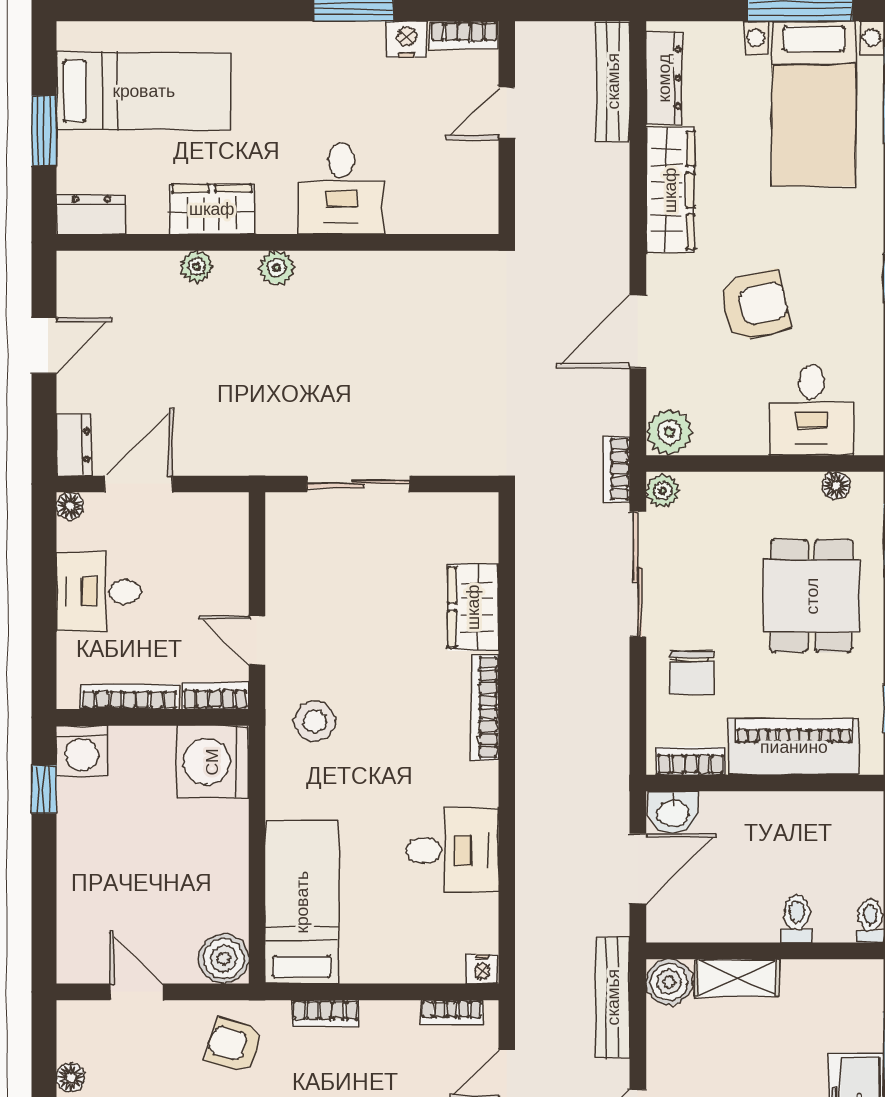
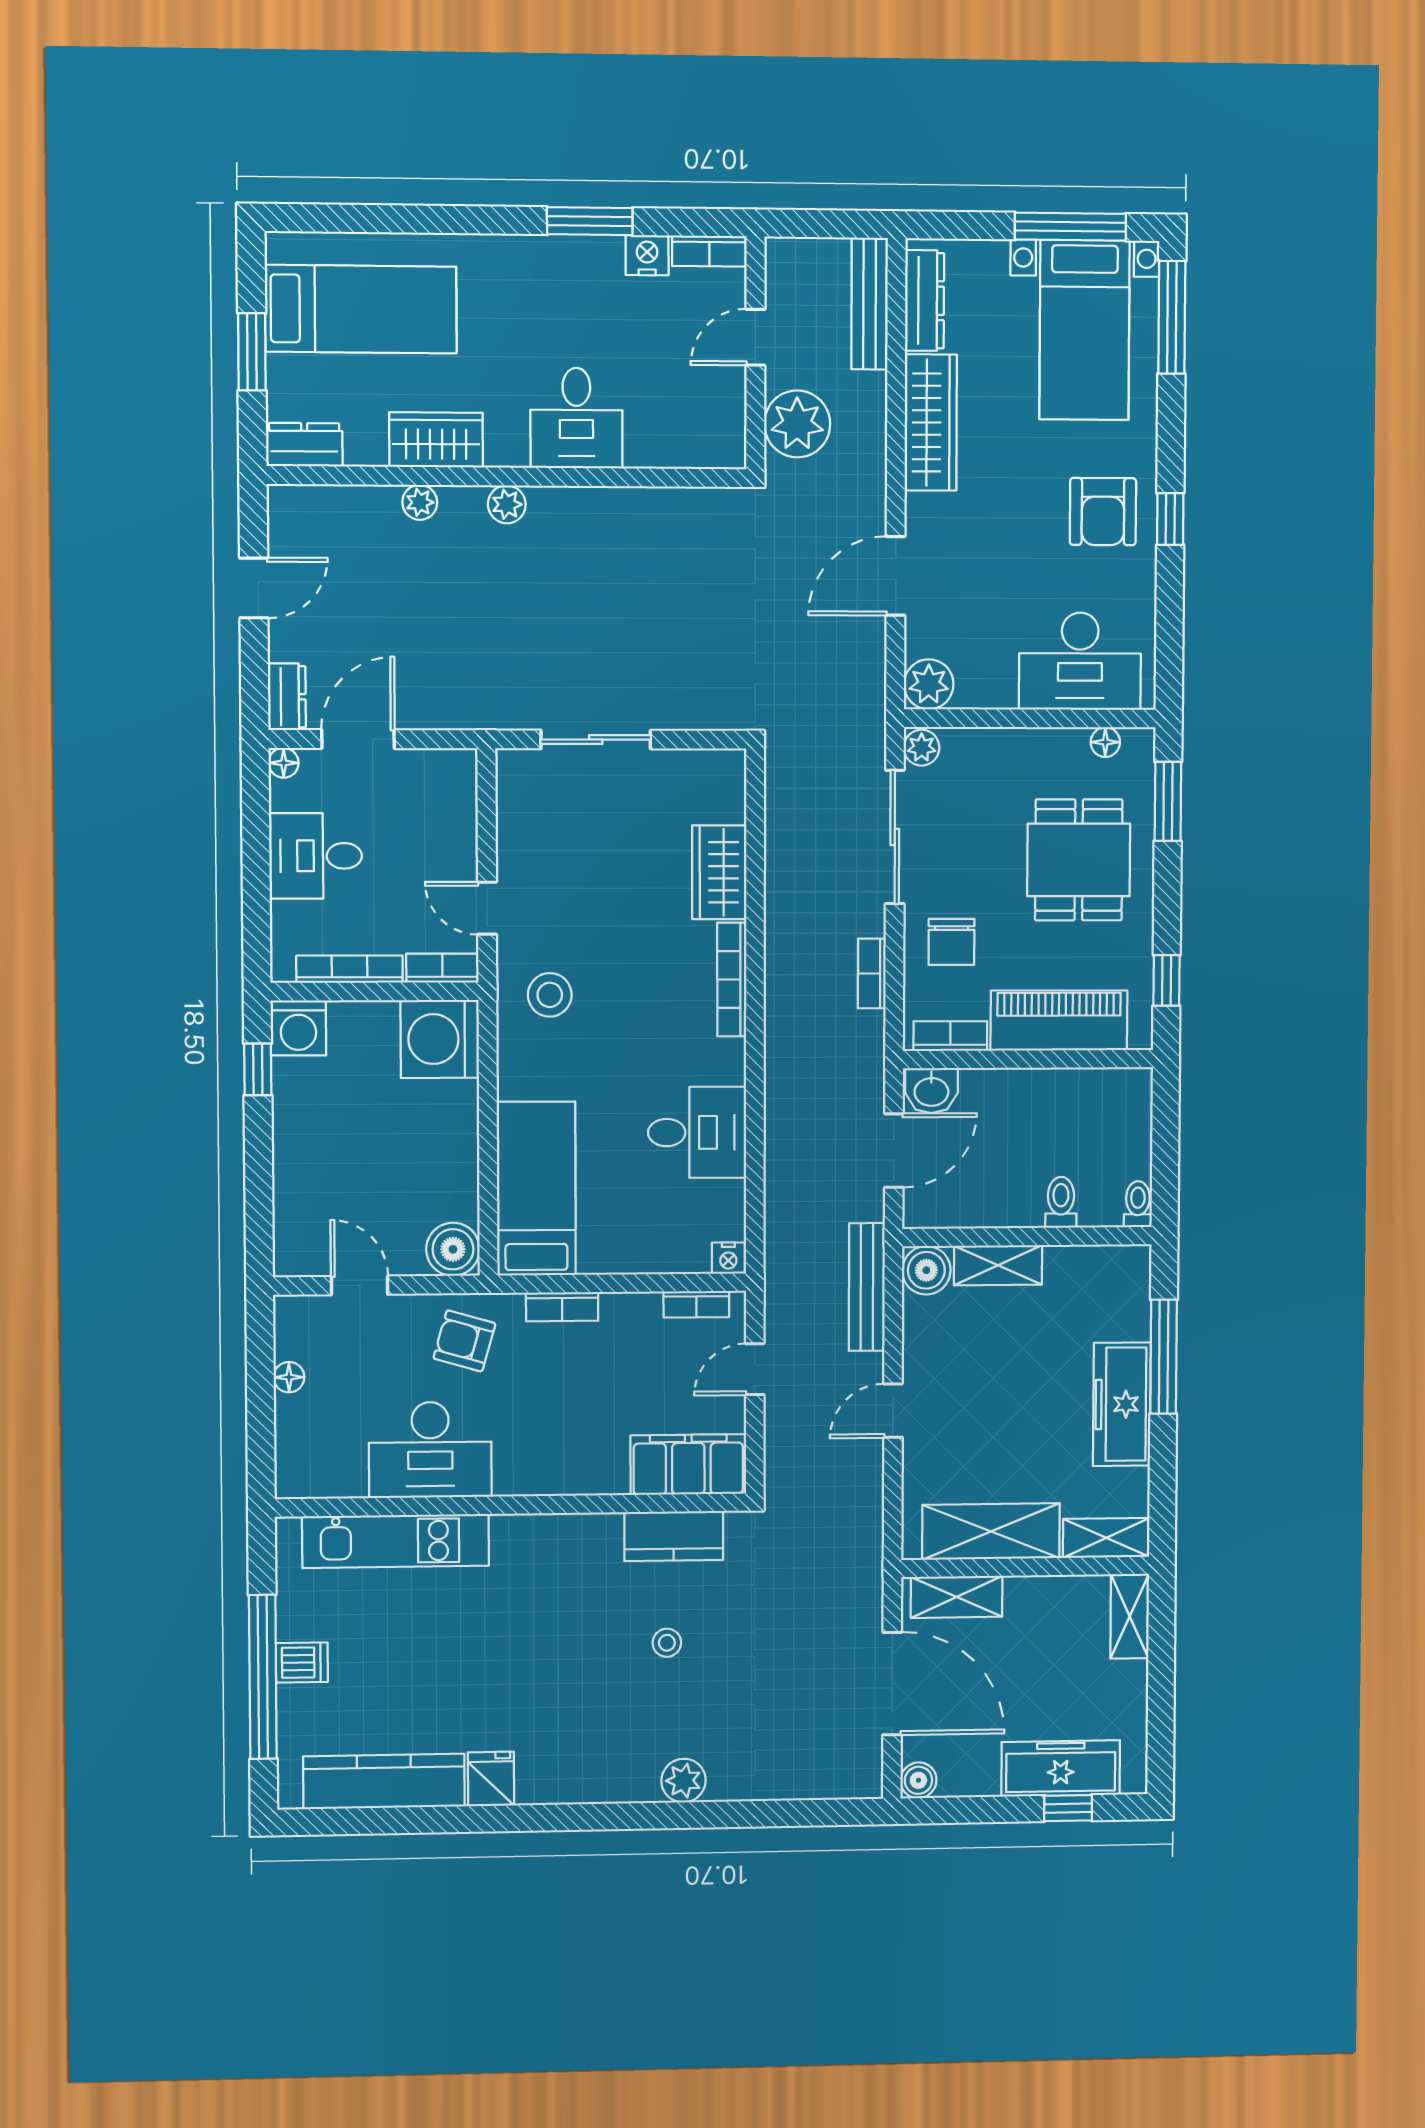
plant: (546, 192) -> (797, 424), added
armchair: (755, 305) -> (1103, 512), moved, turned 103
desk: (812, 410) -> (1080, 661), width x1.37
bookcase: (617, 469) -> (872, 973), moved

